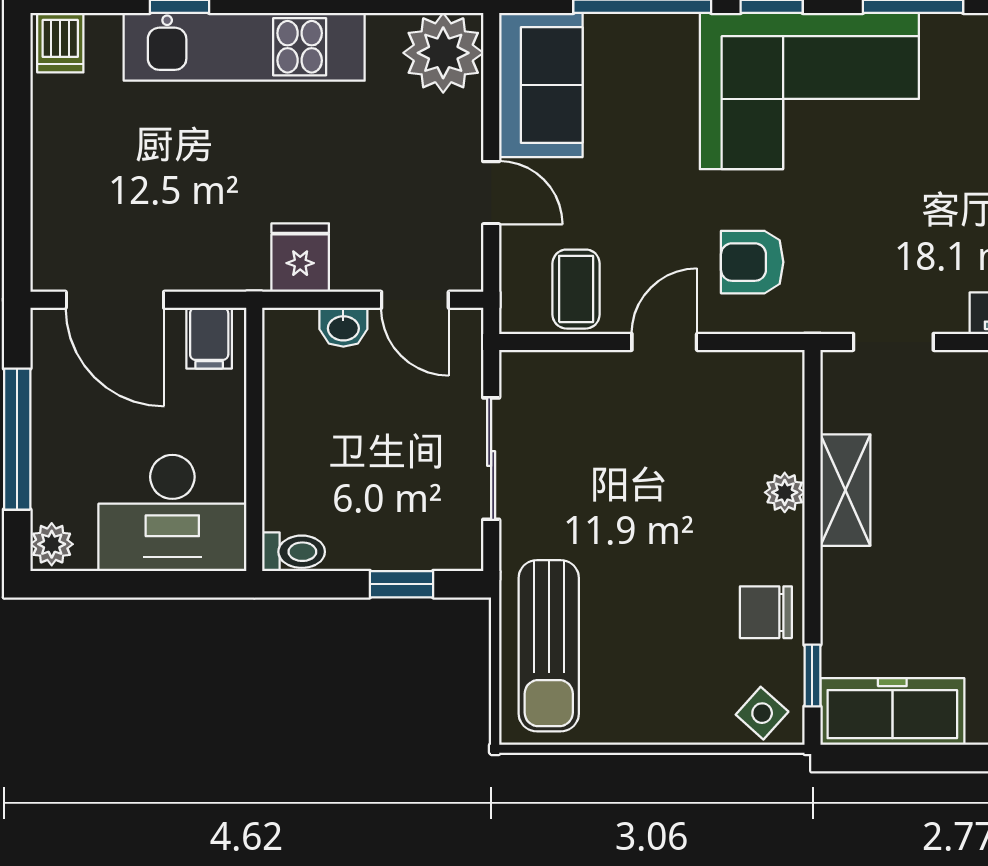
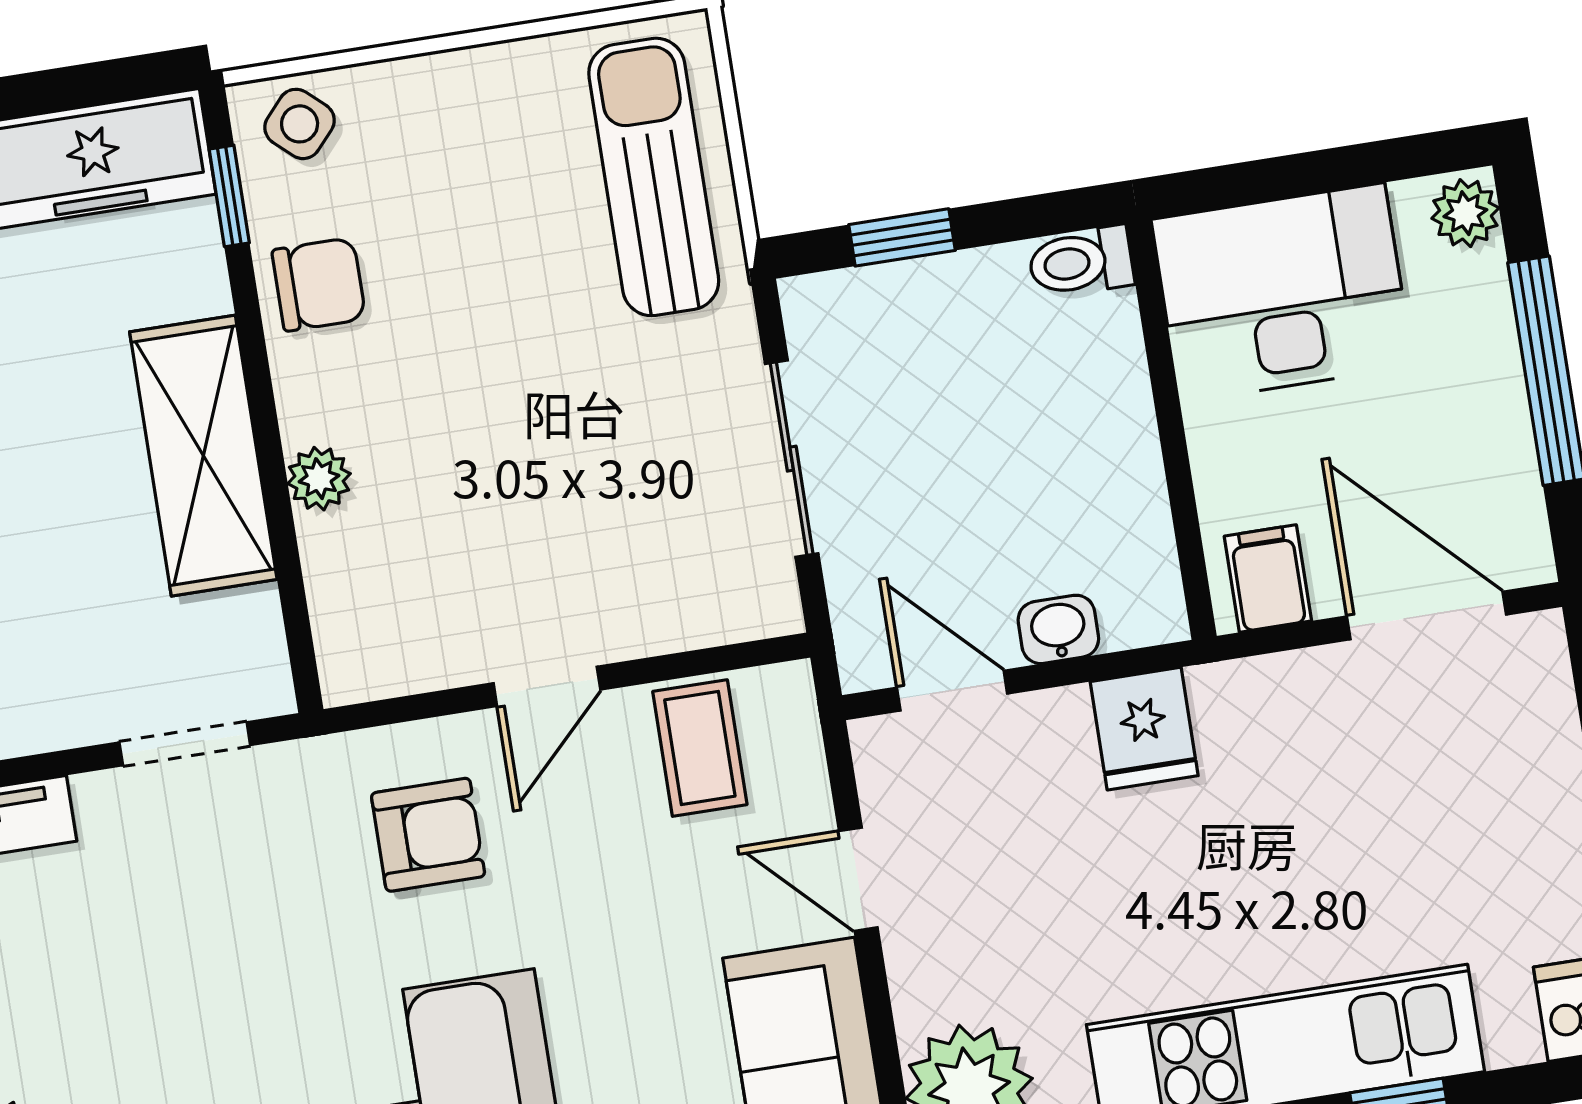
shelving: (845, 490) -> (203, 456), width x1.50, depth x1.33

